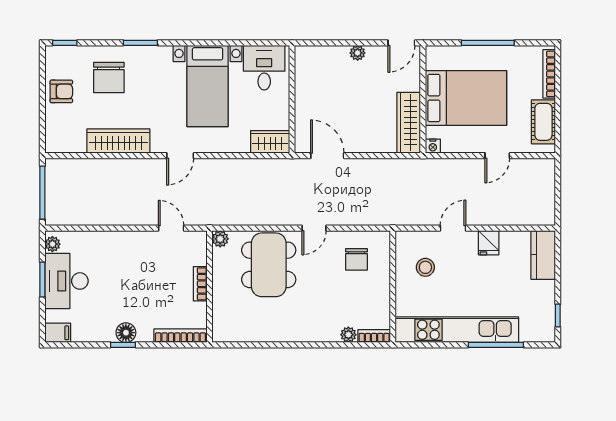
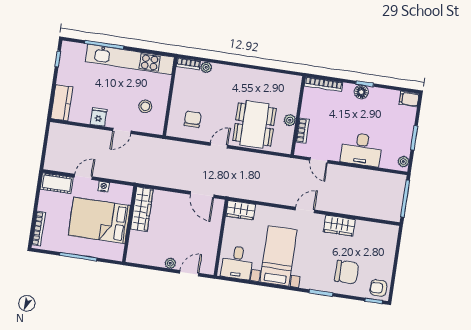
door: (401, 43) -> (189, 273), moved
chair: (109, 77) -> (347, 272), turned 90
armchair: (61, 91) -> (378, 288), moved
cot: (543, 122) -> (57, 183), moved, turned 90
wardrobe: (118, 141) -> (339, 226), width x0.67
nightstand: (433, 146) -> (104, 187), moved
plant: (220, 239) -> (290, 120), moved
desk: (66, 281) -> (361, 149), moved, turned 90
bookcase: (200, 284) -> (303, 131), moved

